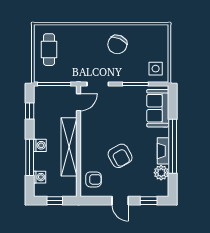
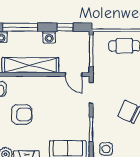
washing machine: (40, 145) -> (49, 37), moved
armchair: (120, 156) -> (22, 114), turned -151

